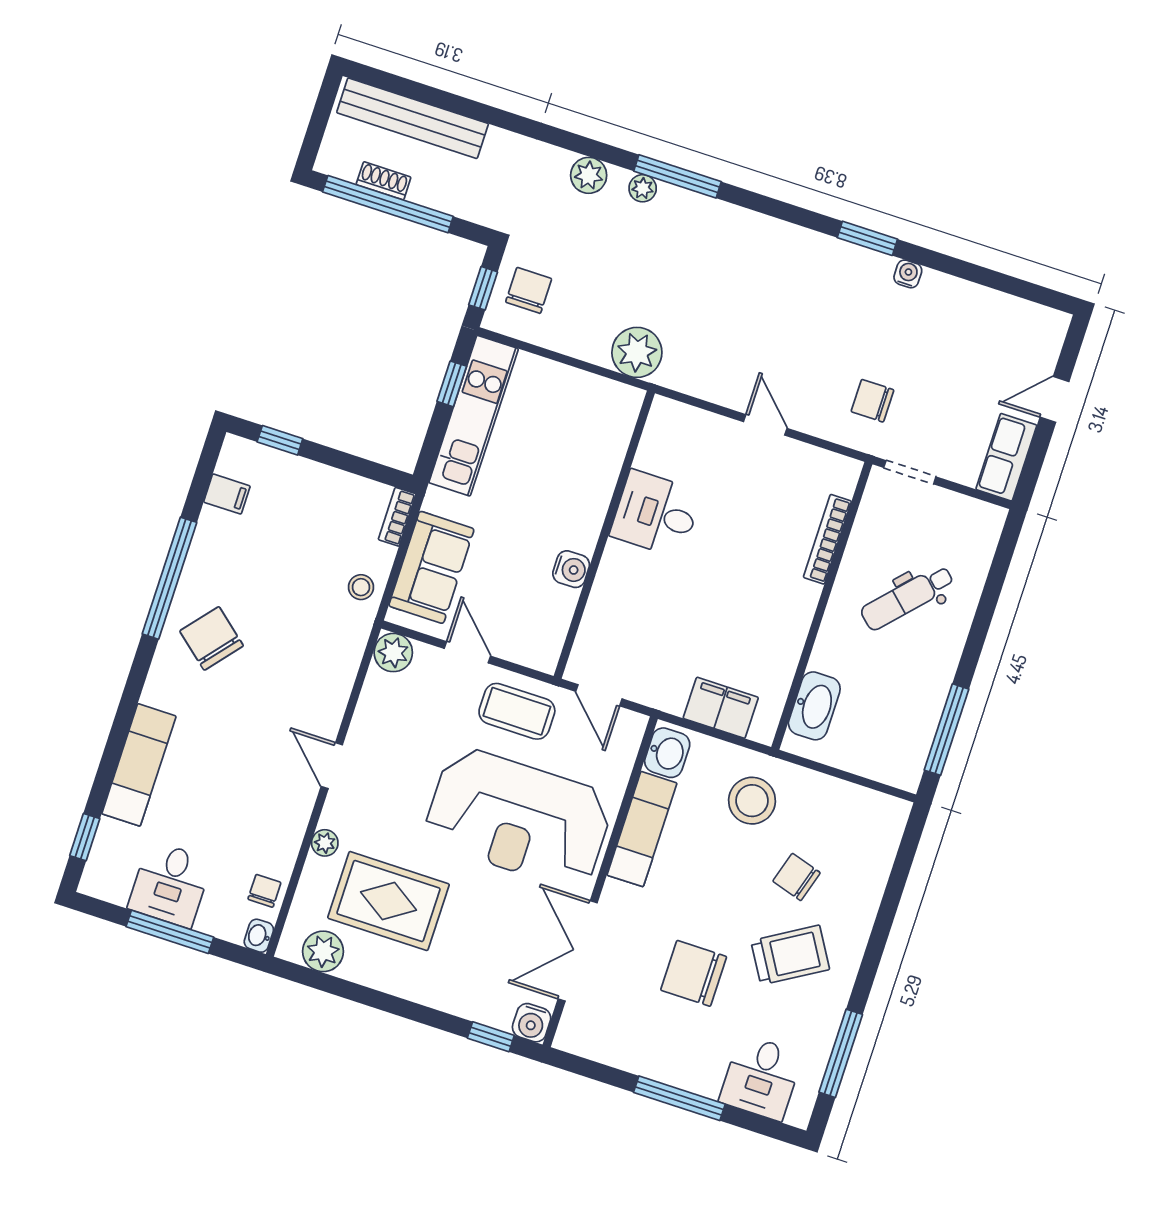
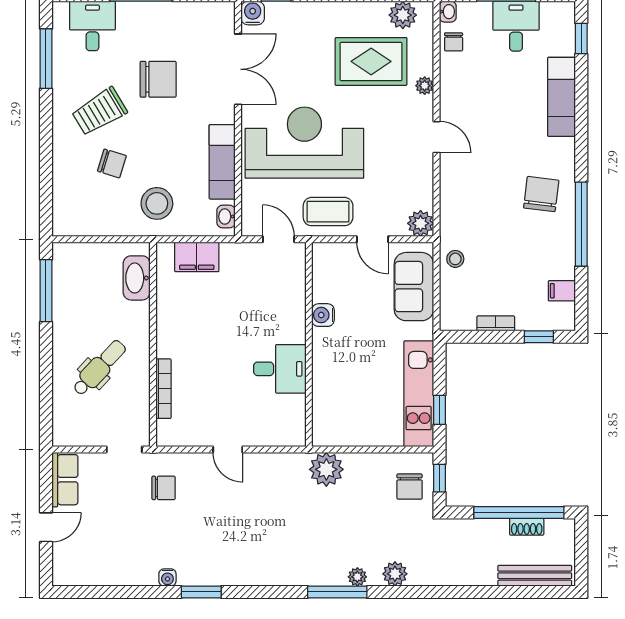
bench: (413, 118) -> (535, 576), width x0.73, depth x0.82
bookcase: (397, 517) -> (496, 323), moved, turned -90
chair: (212, 638) -> (541, 194), turned -123
washbasin: (667, 753) -> (226, 217), width x0.72, depth x0.69

